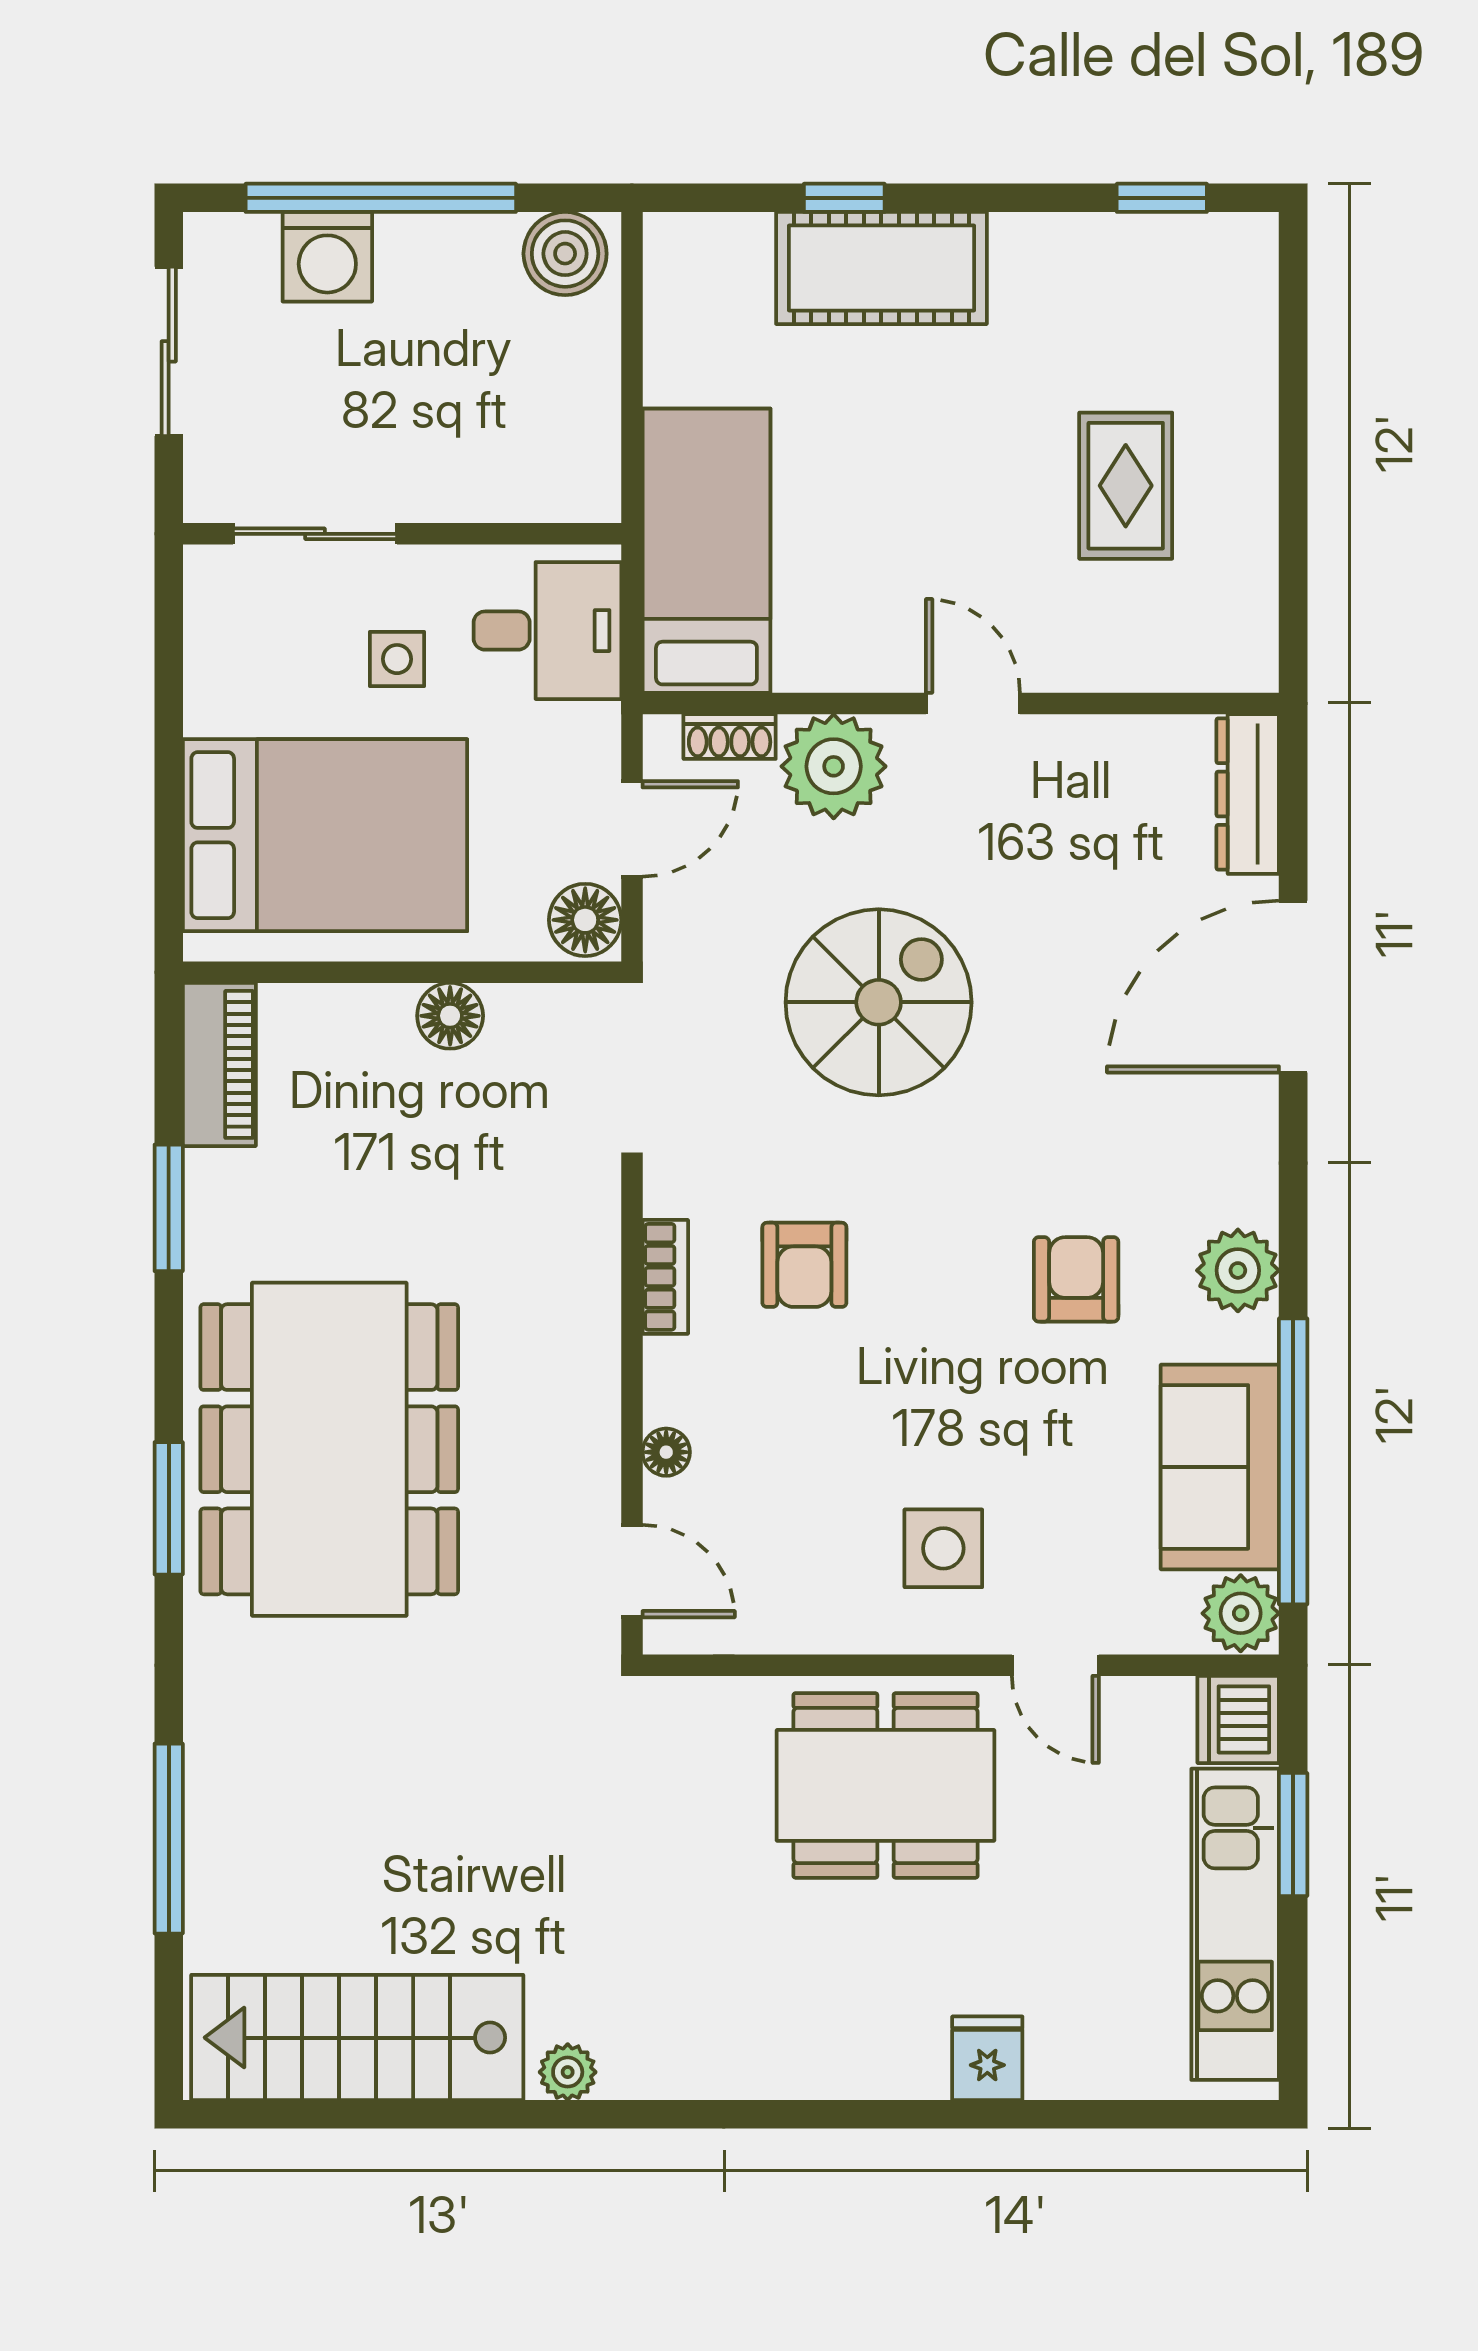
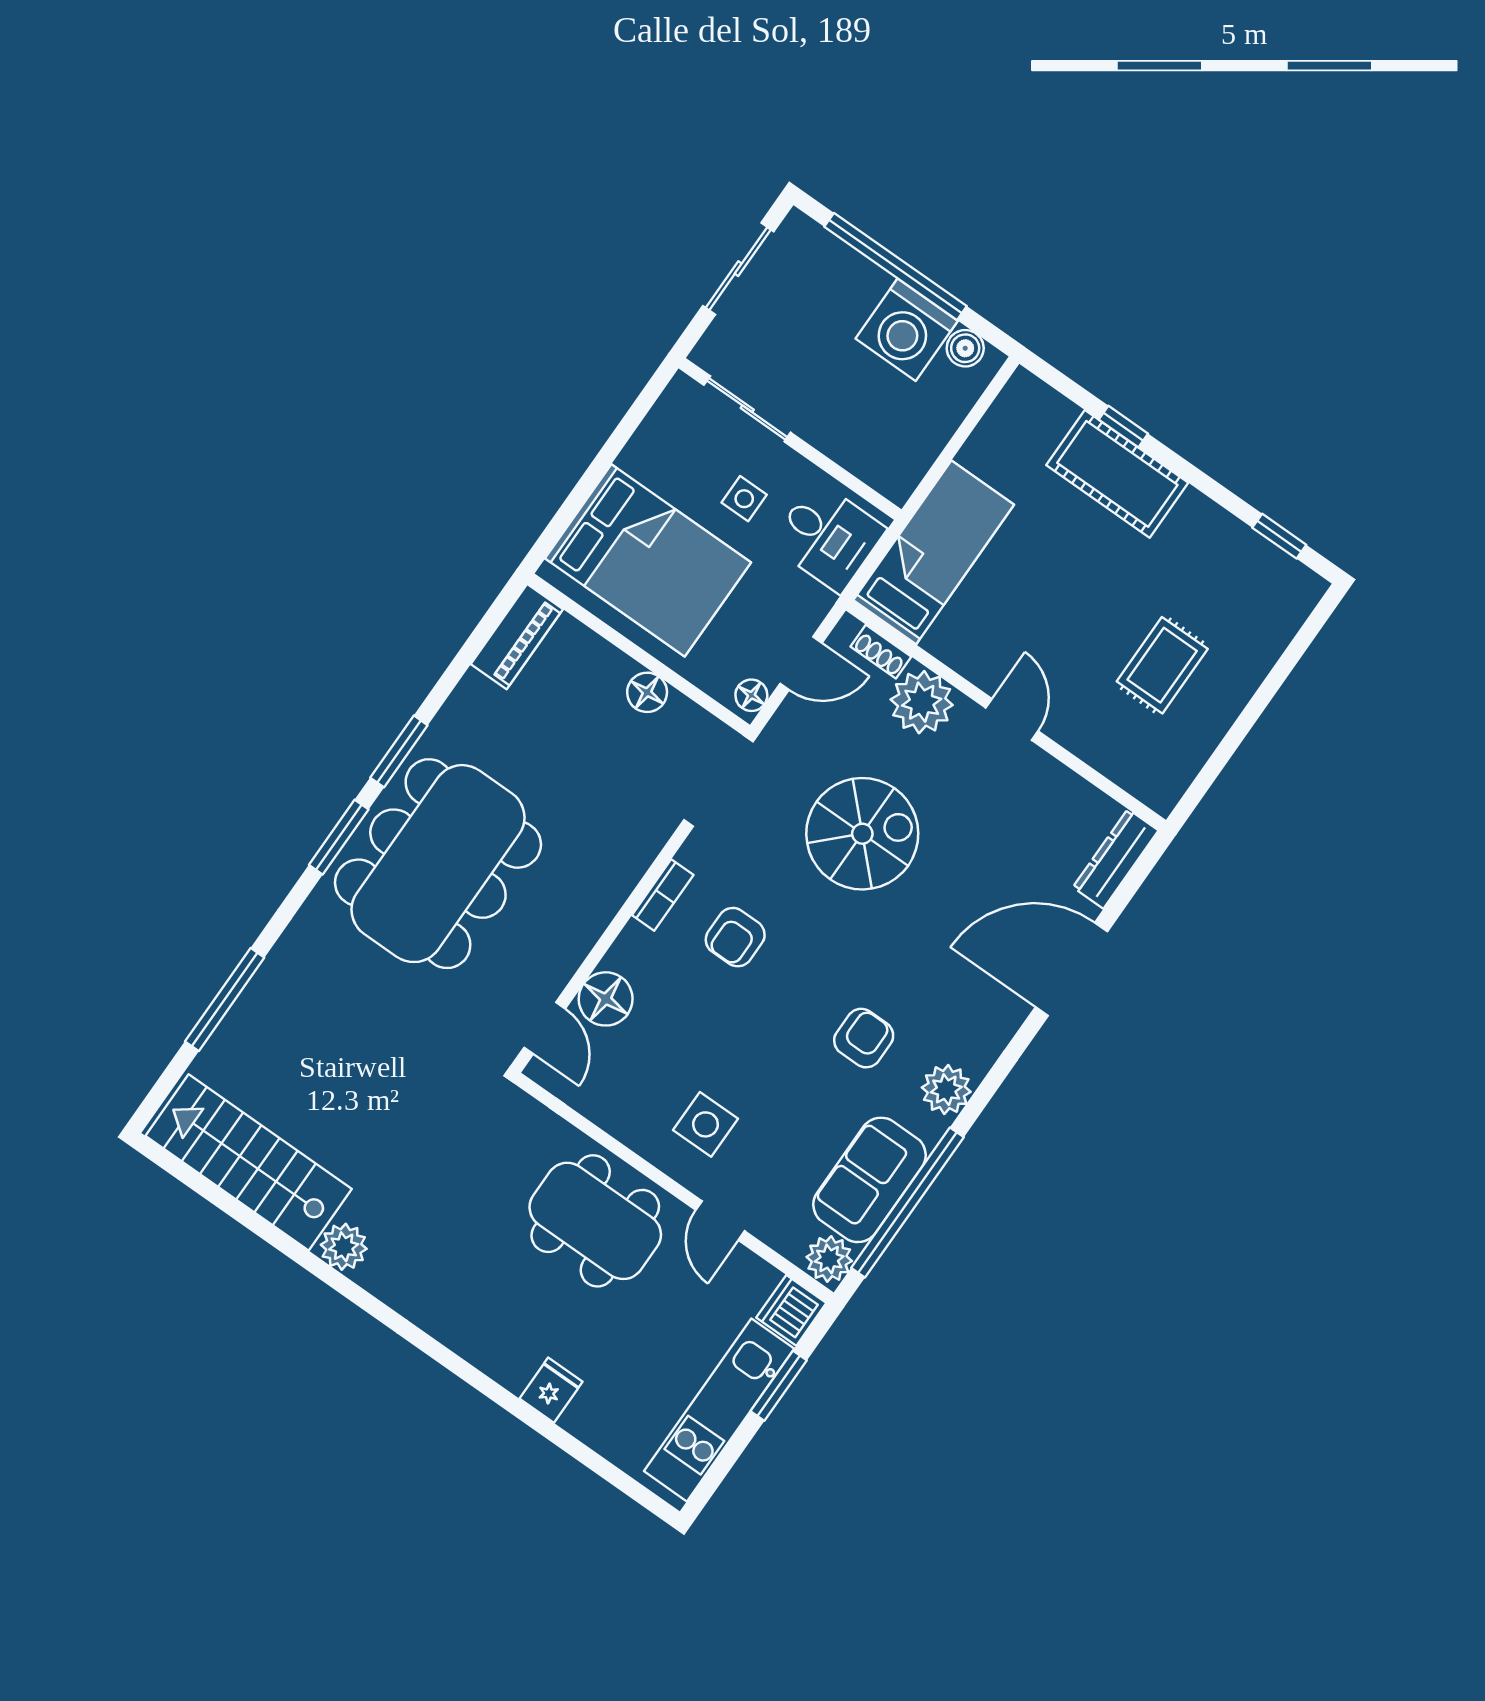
boiler: (565, 254) -> (965, 348), width x0.73, depth x0.73
washing machine: (327, 257) -> (907, 330), moved, width x1.37, depth x1.37
floor lamp: (585, 920) -> (751, 695), width x0.73, depth x0.73
window: (169, 1208) -> (399, 751), moved
floor lamp: (666, 1452) -> (606, 999), width x1.89, depth x1.89
plant: (568, 2072) -> (344, 1247), width x1.38, depth x1.38

